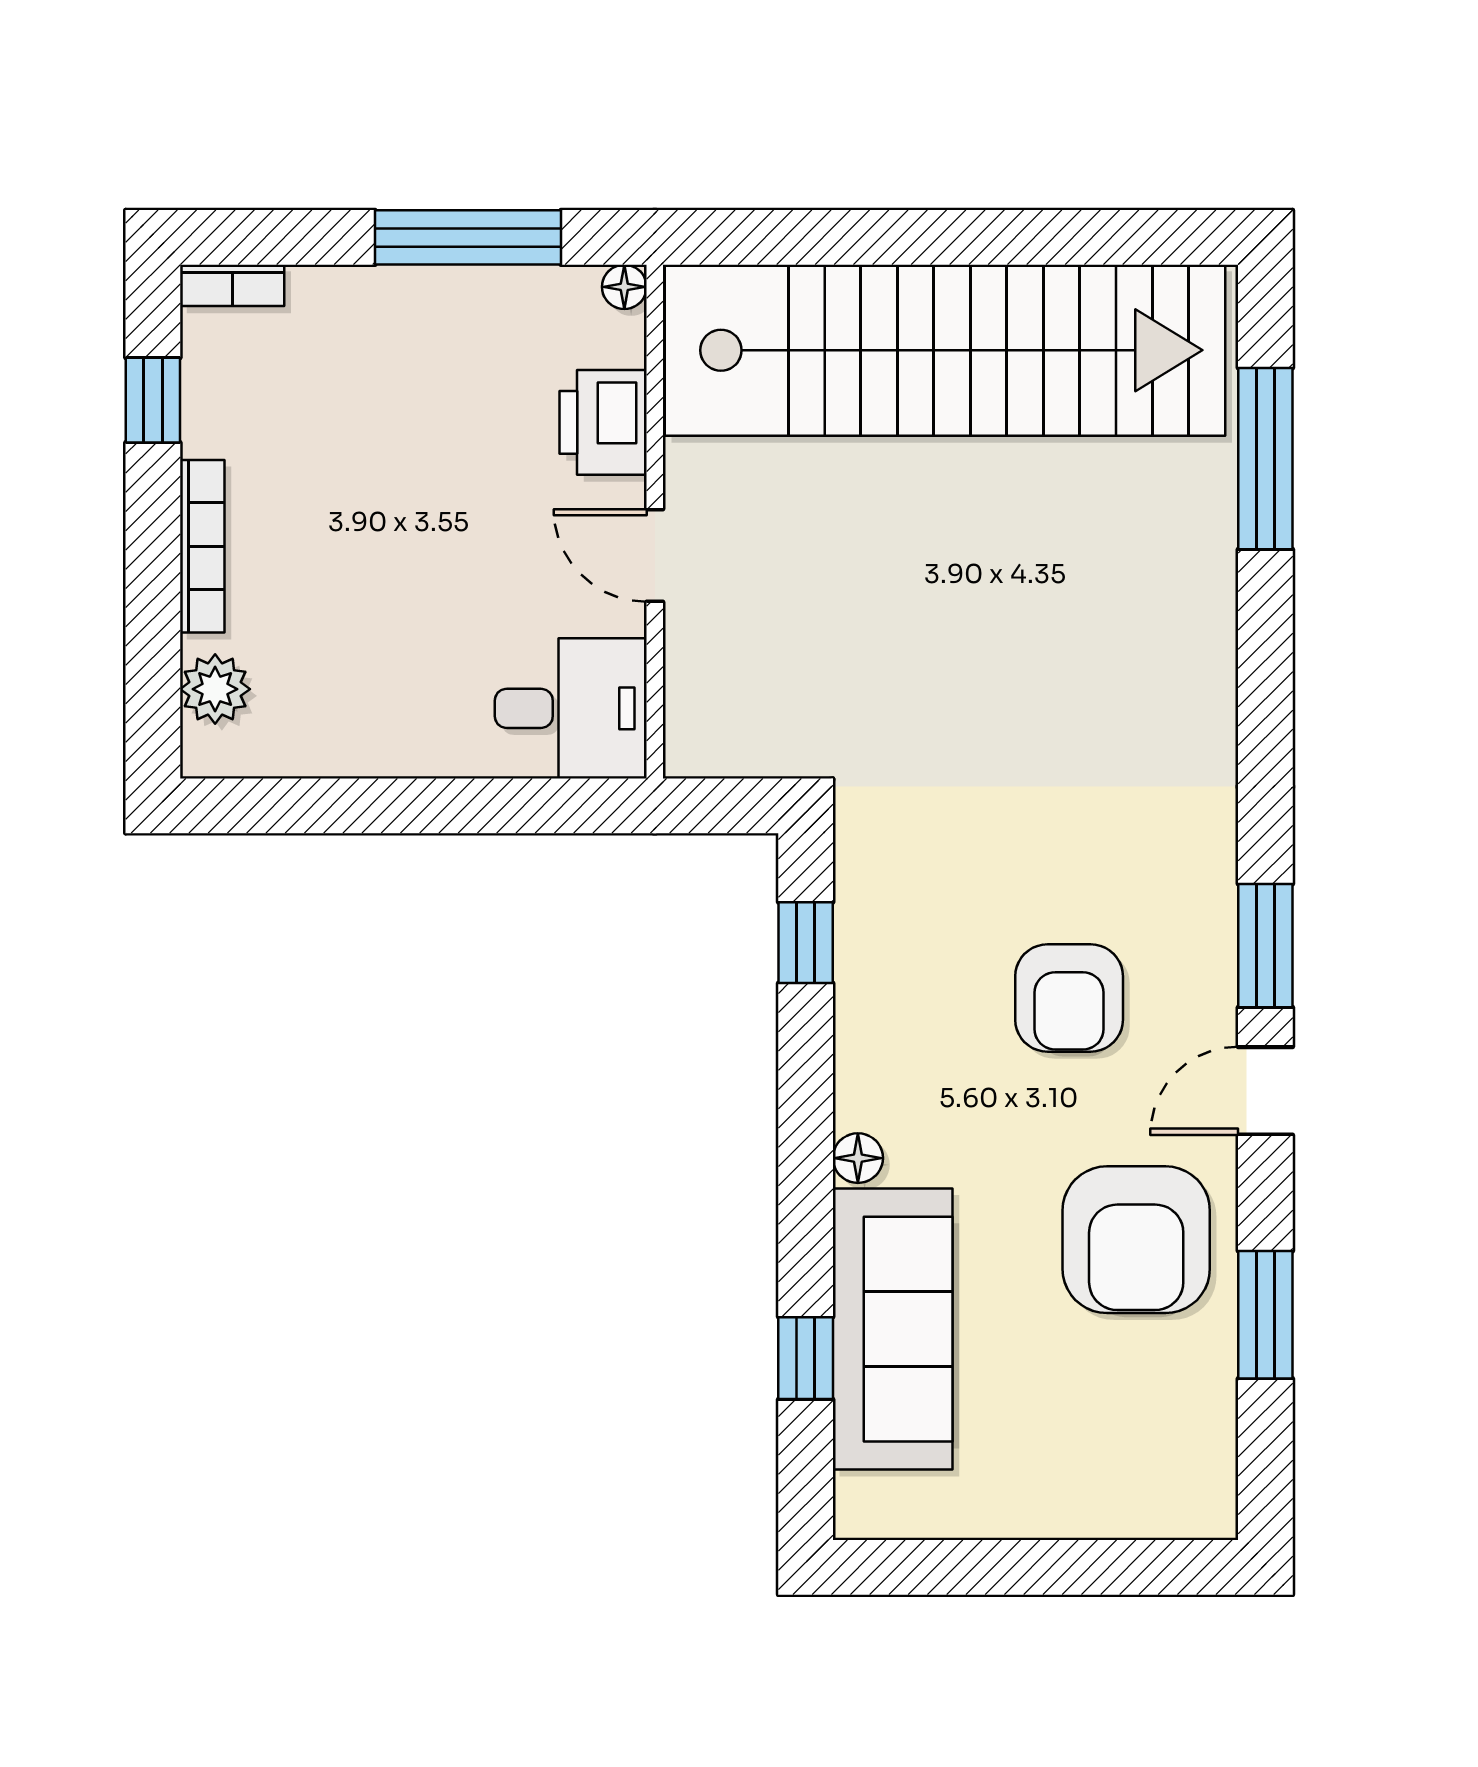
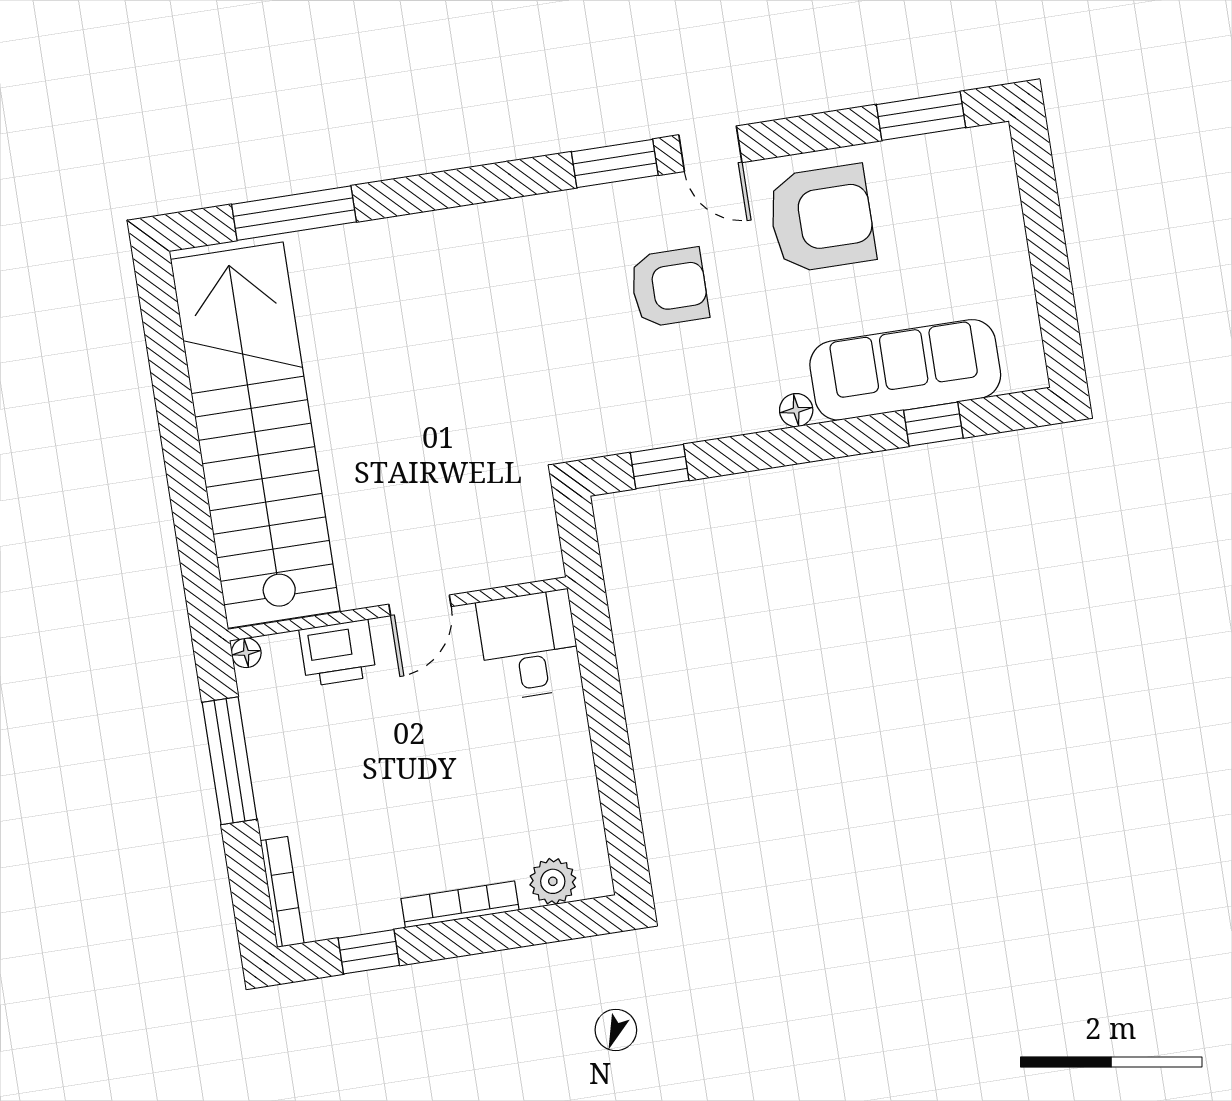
bookcase: (232, 285) -> (282, 892), width x1.56
window: (1265, 1315) -> (921, 116), moved

